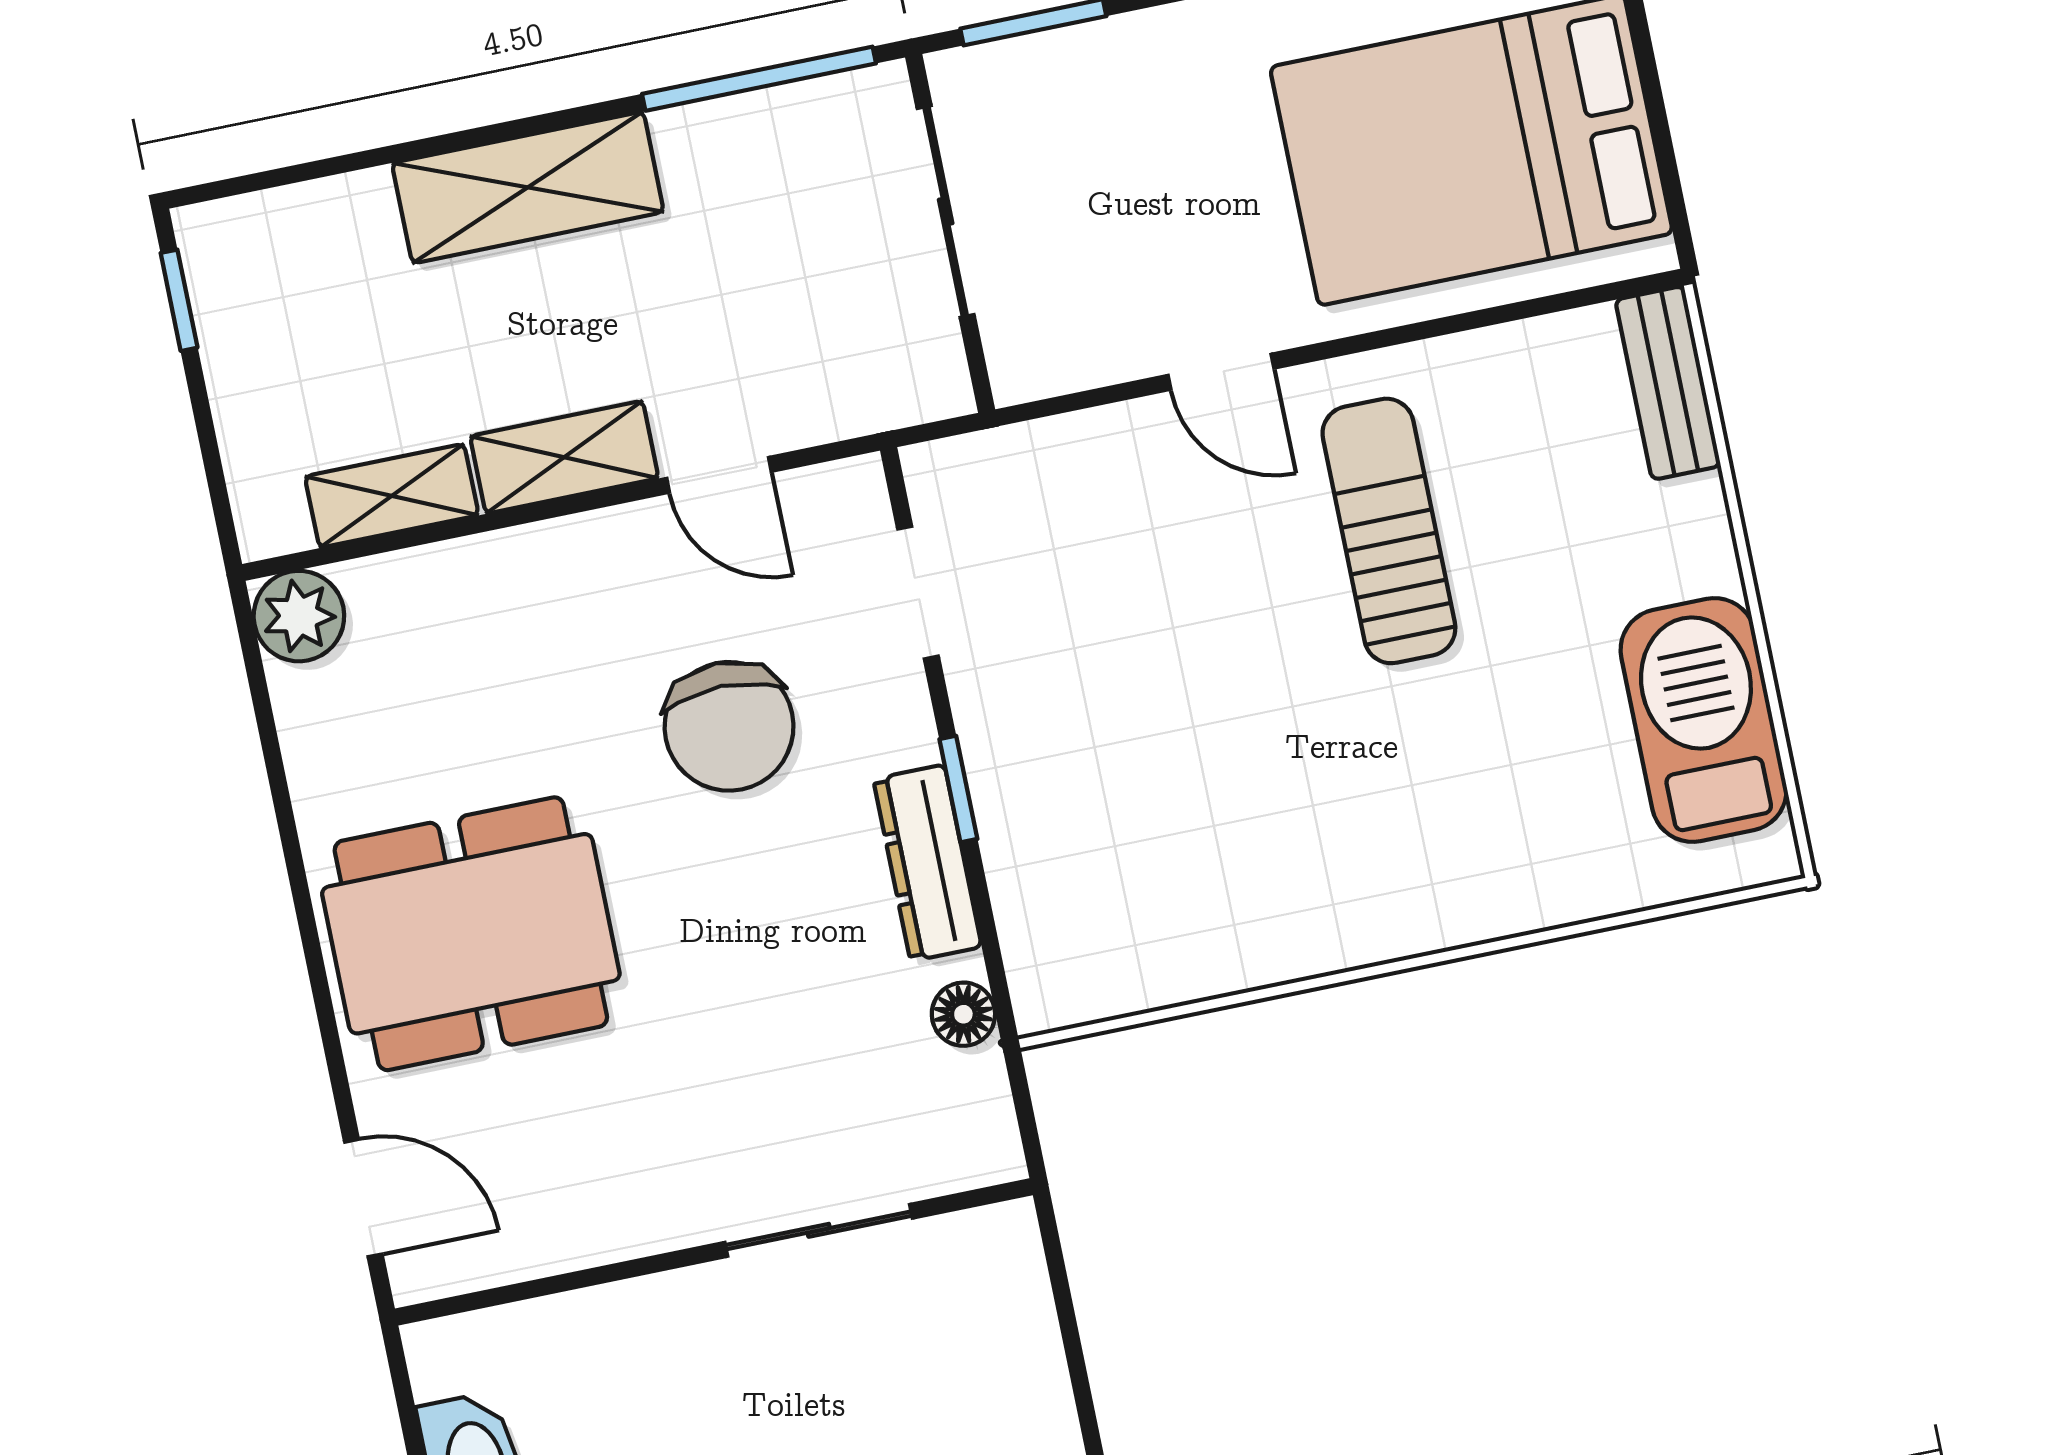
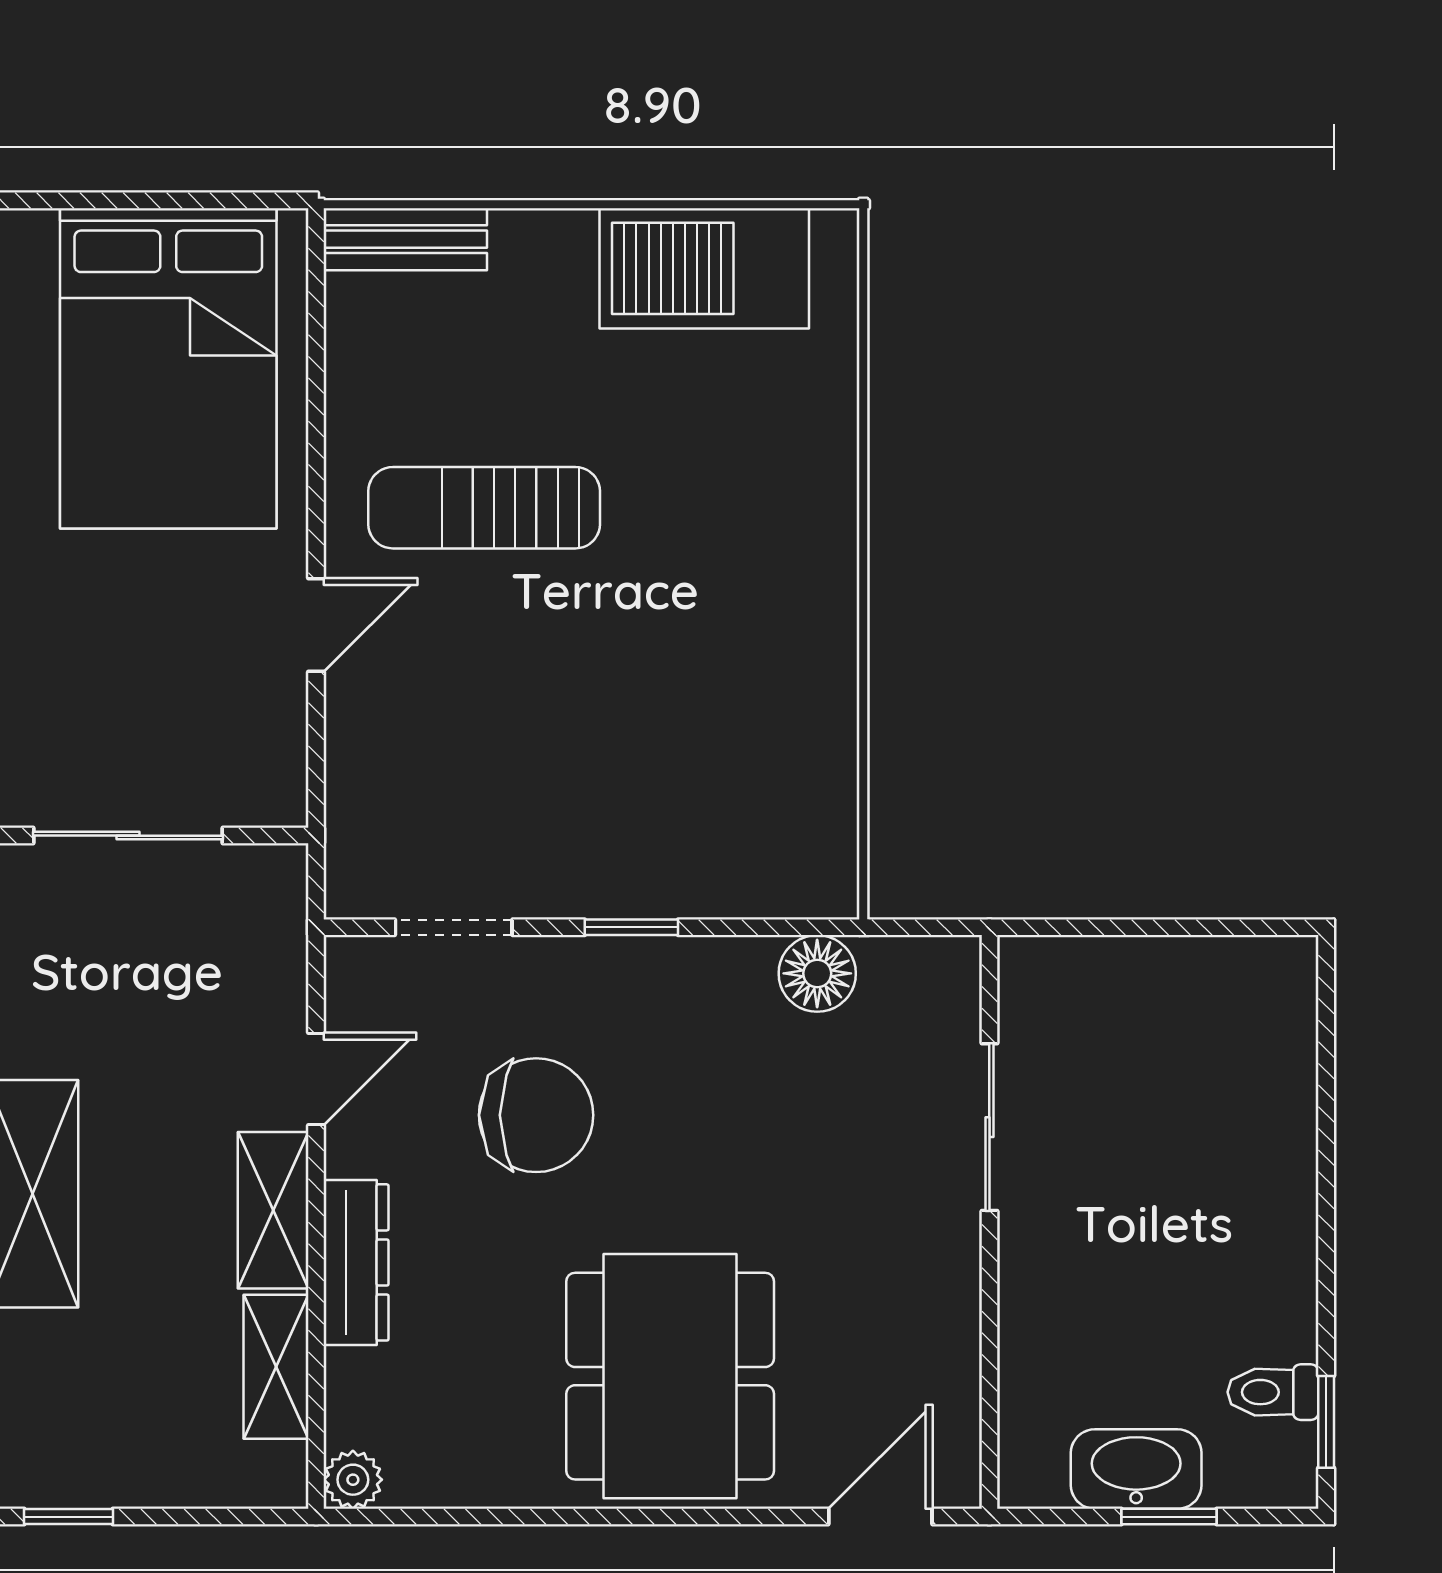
plant: (299, 616) -> (353, 1480), width x0.73, depth x0.73
dresser: (927, 863) -> (356, 1262), moved, turned -90
floor lamp: (963, 1014) -> (817, 973), width x1.37, depth x1.37

